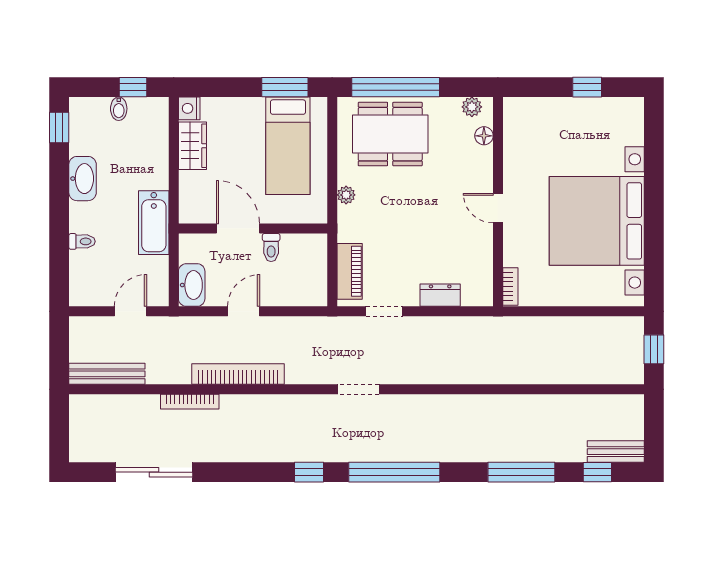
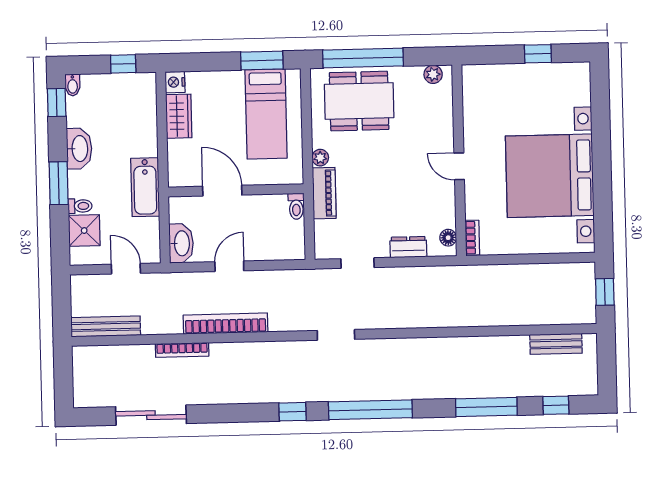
bidet: (119, 109) -> (73, 85), moved
floor lamp: (484, 136) -> (448, 238), moved
window: (59, 216) -> (59, 183), added
toilet: (271, 248) -> (296, 206), moved
shower: (86, 268) -> (84, 231), added
piano: (350, 271) -> (324, 193), moved
door: (130, 311) -> (126, 269), hinge flipped
bench: (616, 452) -> (556, 344), moved

